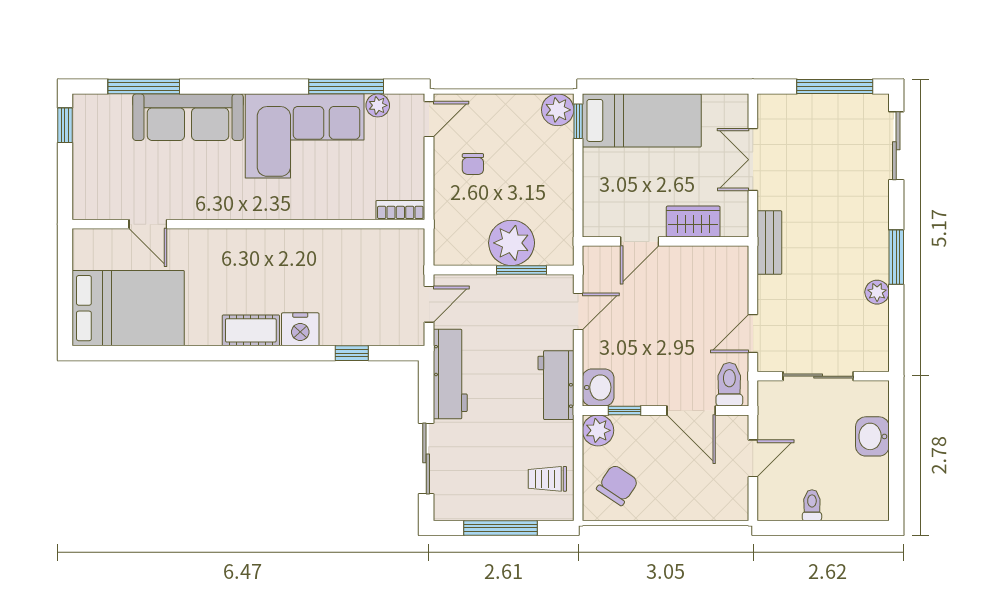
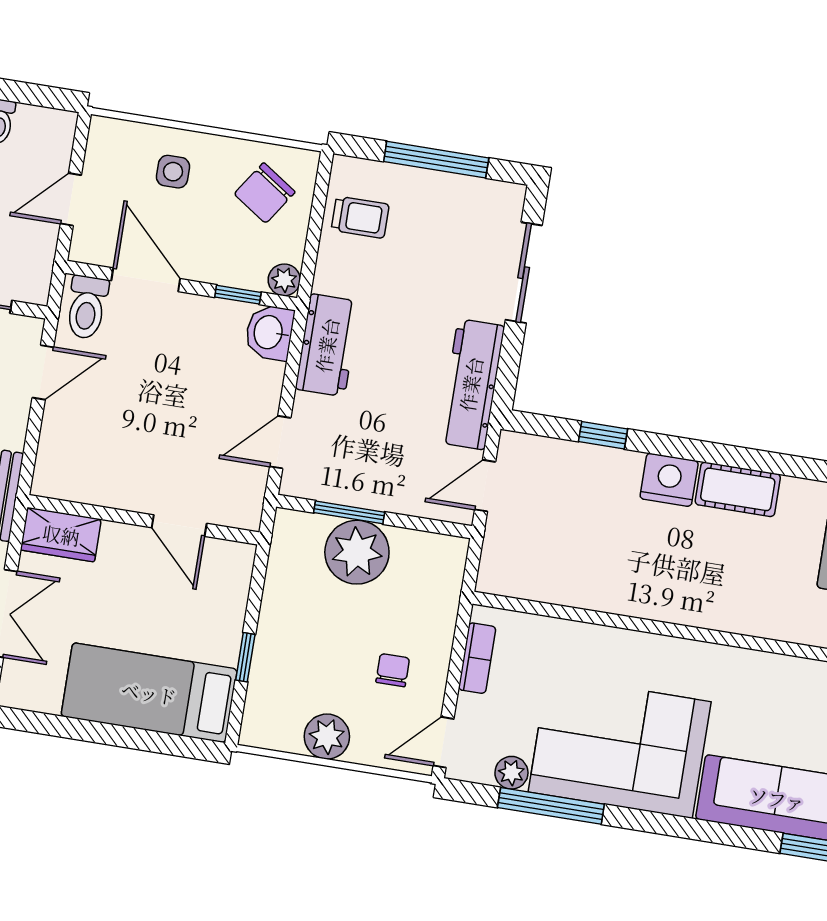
plant: (558, 110) -> (327, 737), moved
window: (578, 121) -> (245, 657), moved
bookcase: (400, 210) -> (477, 658), moved, turned -90
wardrobe: (693, 222) -> (61, 535), moved
door: (640, 241) -> (179, 526), swing flipped
plant: (598, 430) -> (284, 280), width x0.73, depth x0.73
side table: (684, 490) -> (173, 172), added

